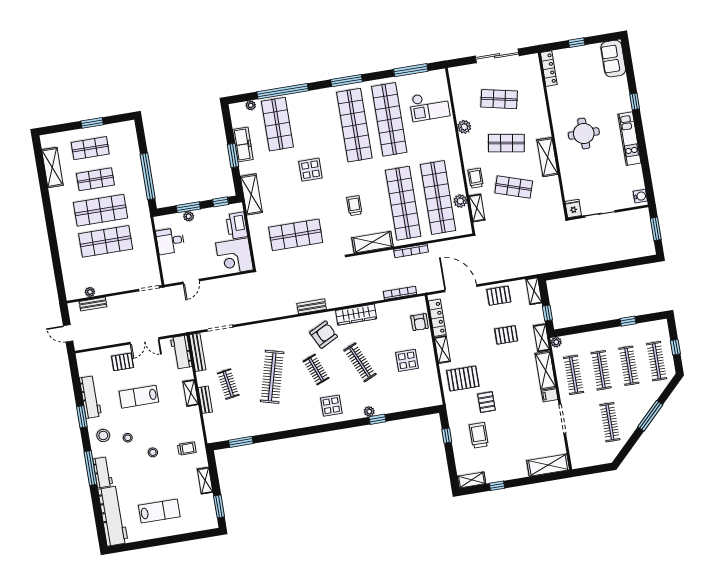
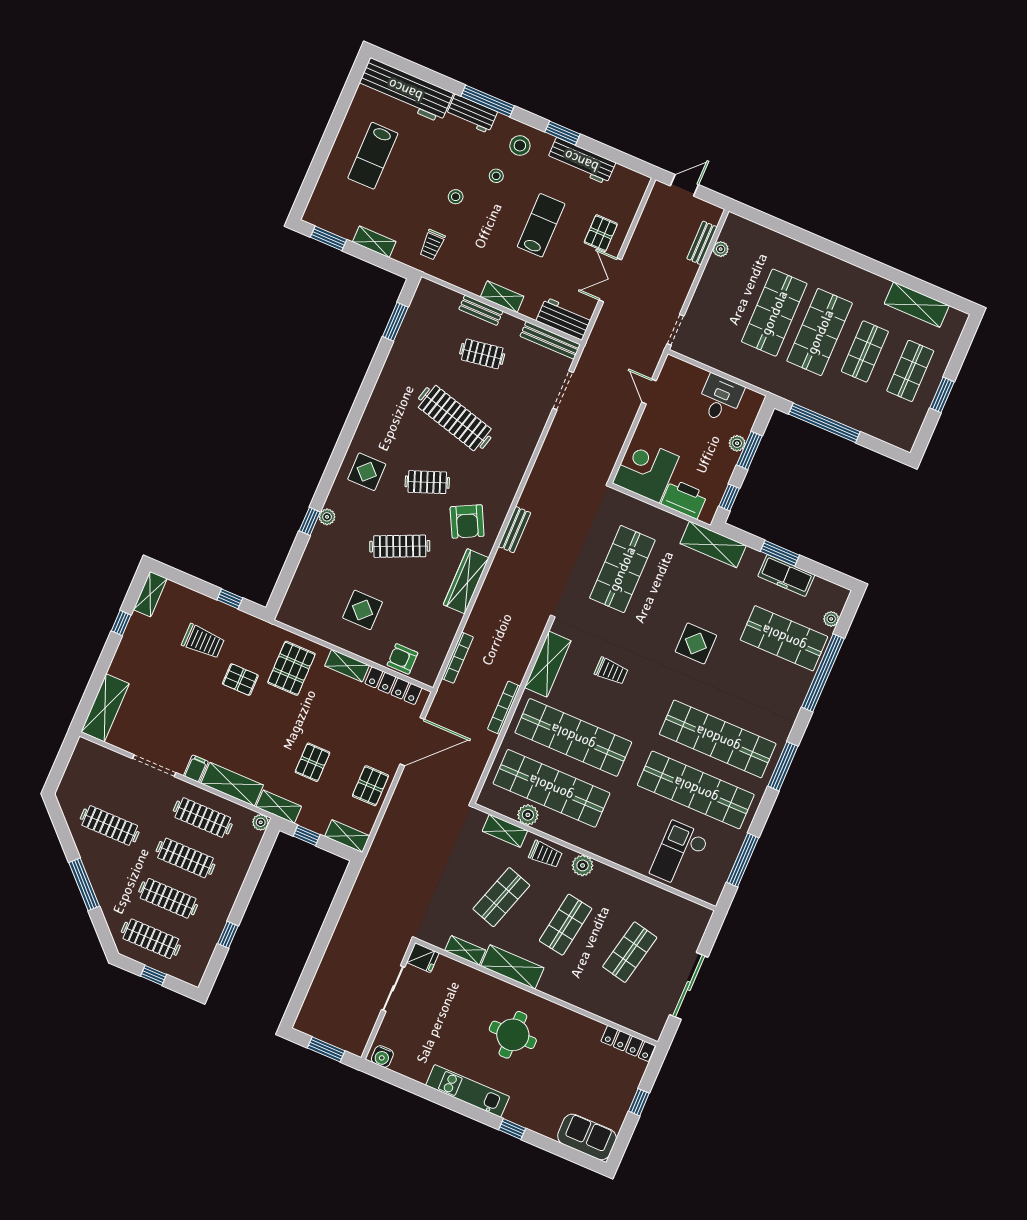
plant: (464, 127) -> (583, 865), moved
shelving: (555, 188) -> (465, 950), added

